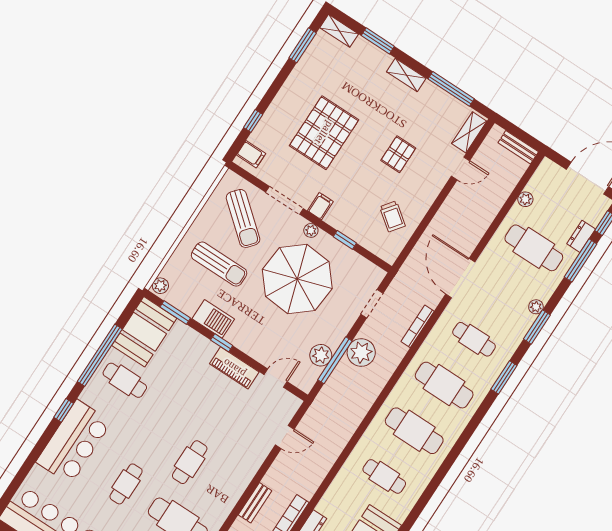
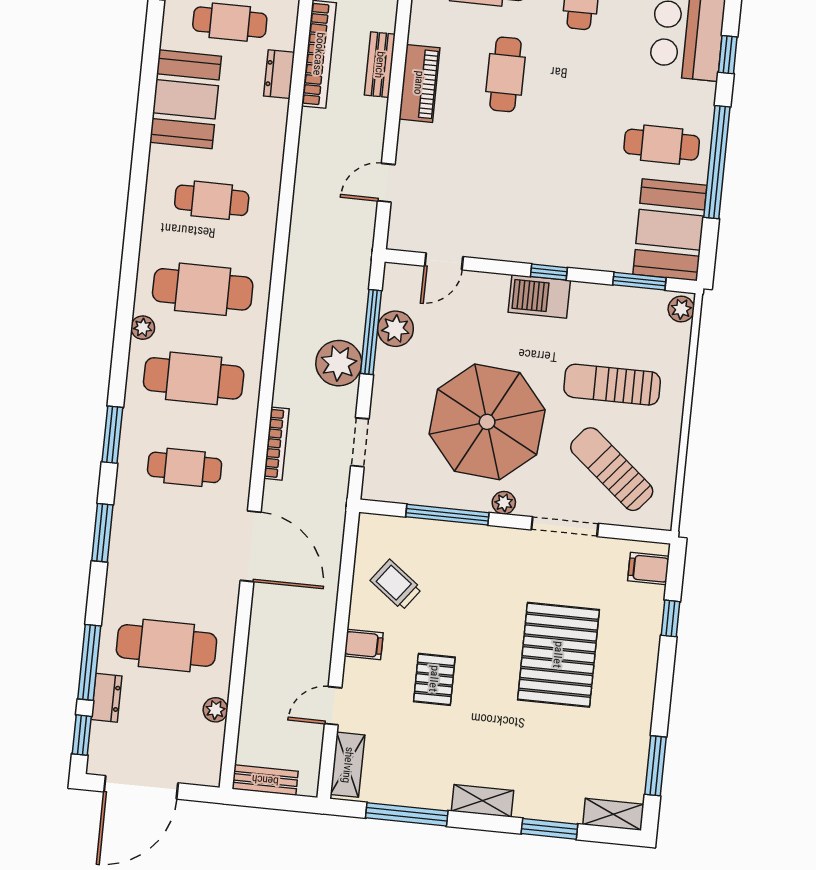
filing cabinet: (320, 206) -> (364, 644), moved, turned -90
window: (345, 240) -> (447, 515), width x2.17
plant: (536, 307) -> (143, 328), moved
barbecue: (213, 319) -> (539, 296), moved
piano: (234, 368) -> (419, 83), moved, turned 90

